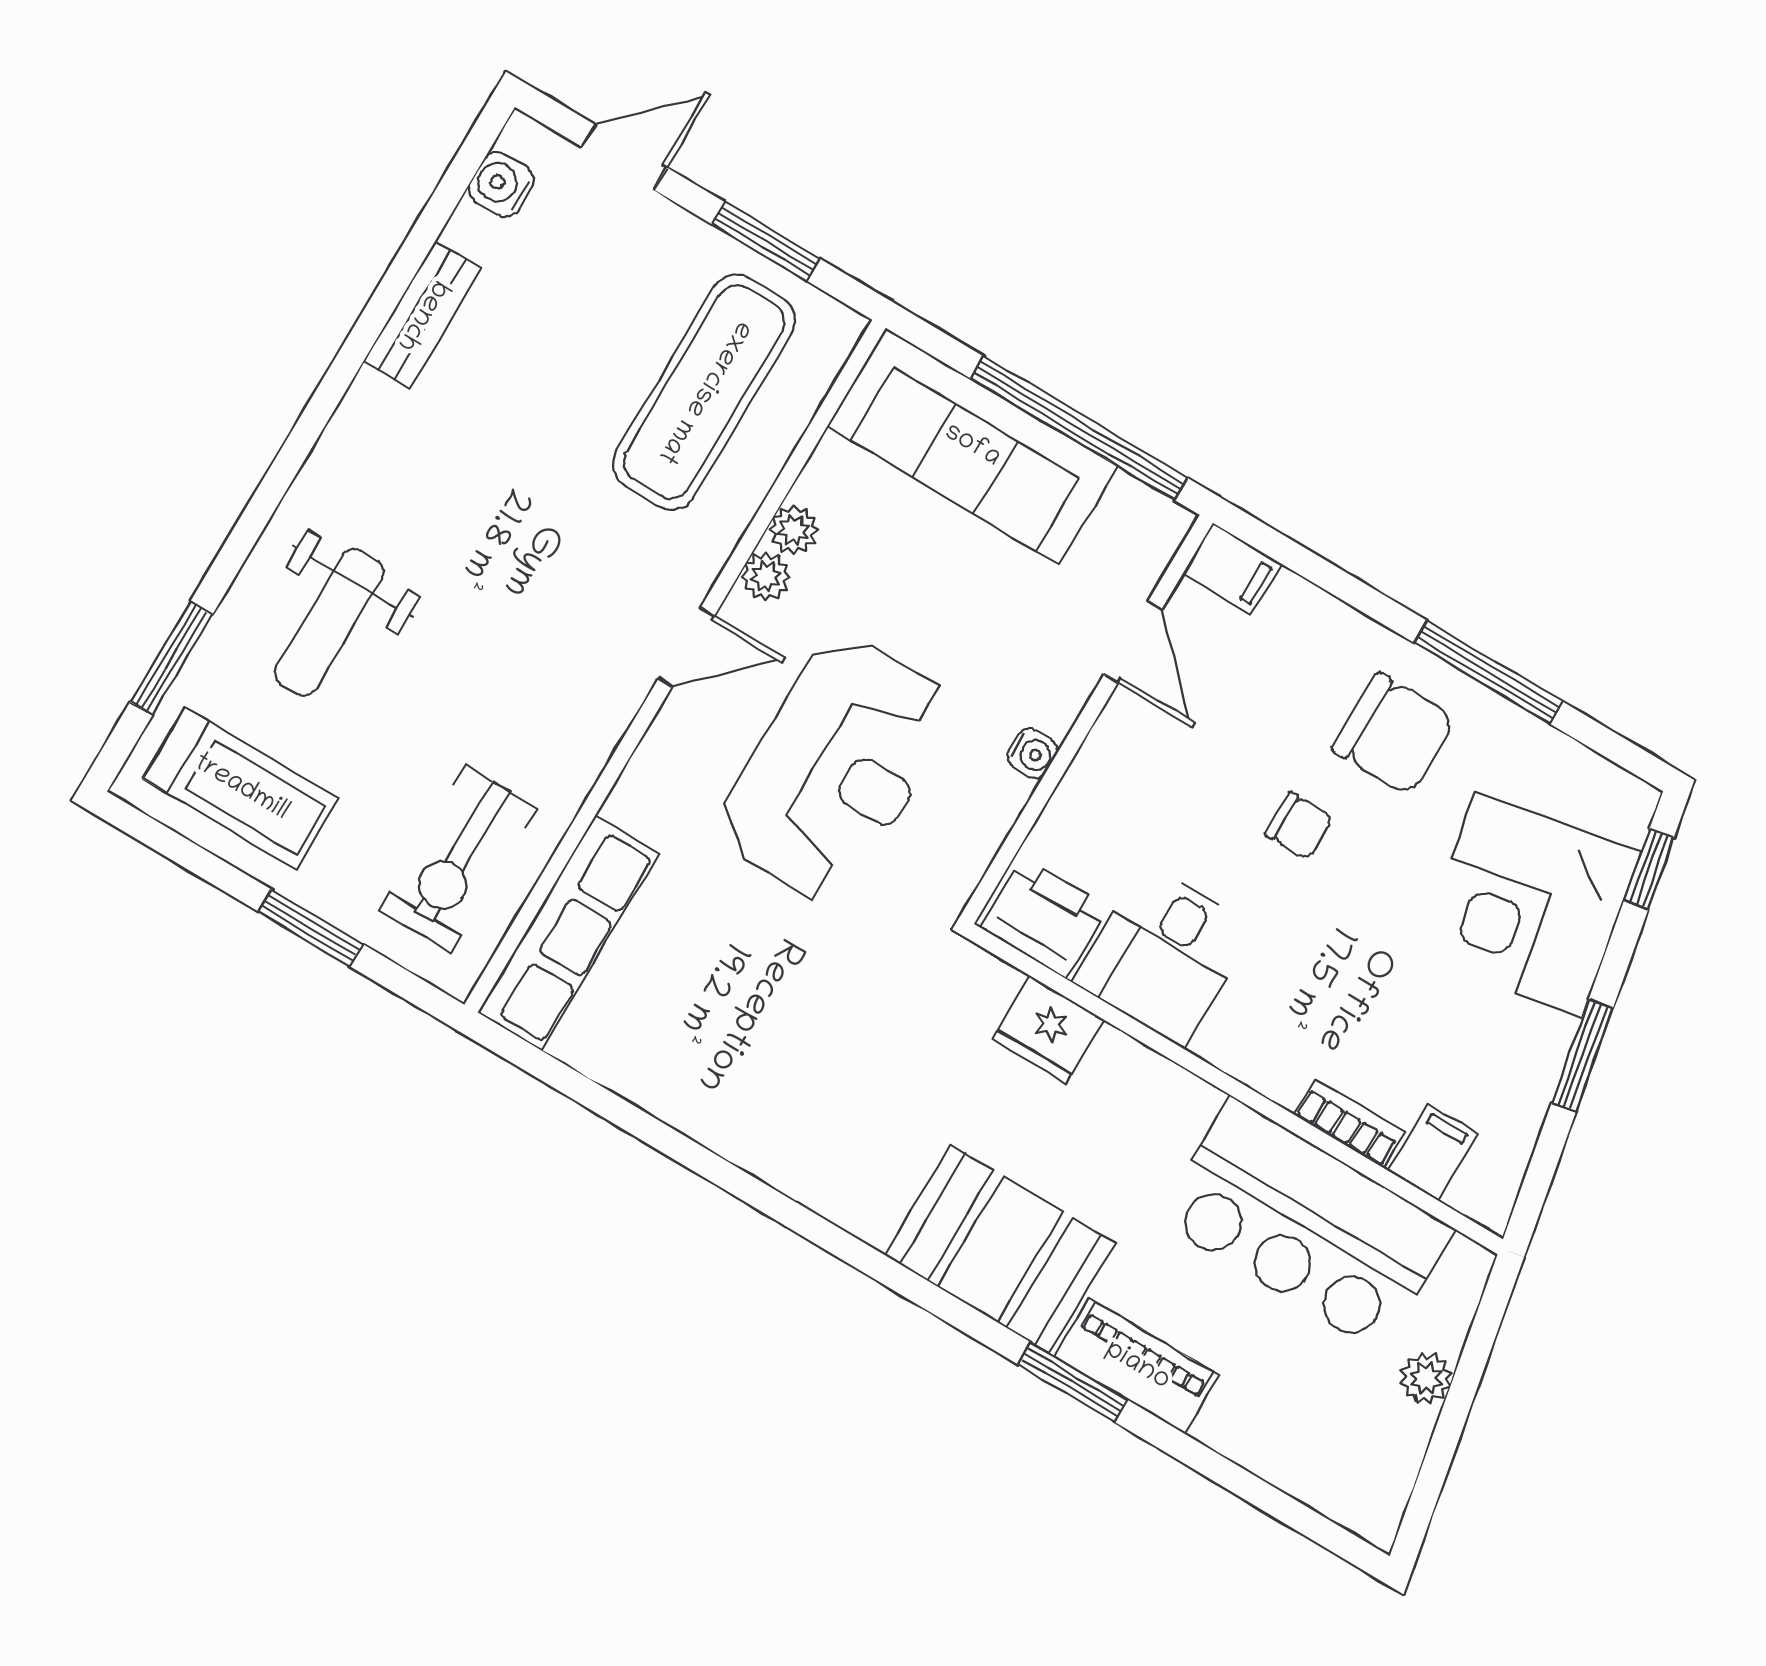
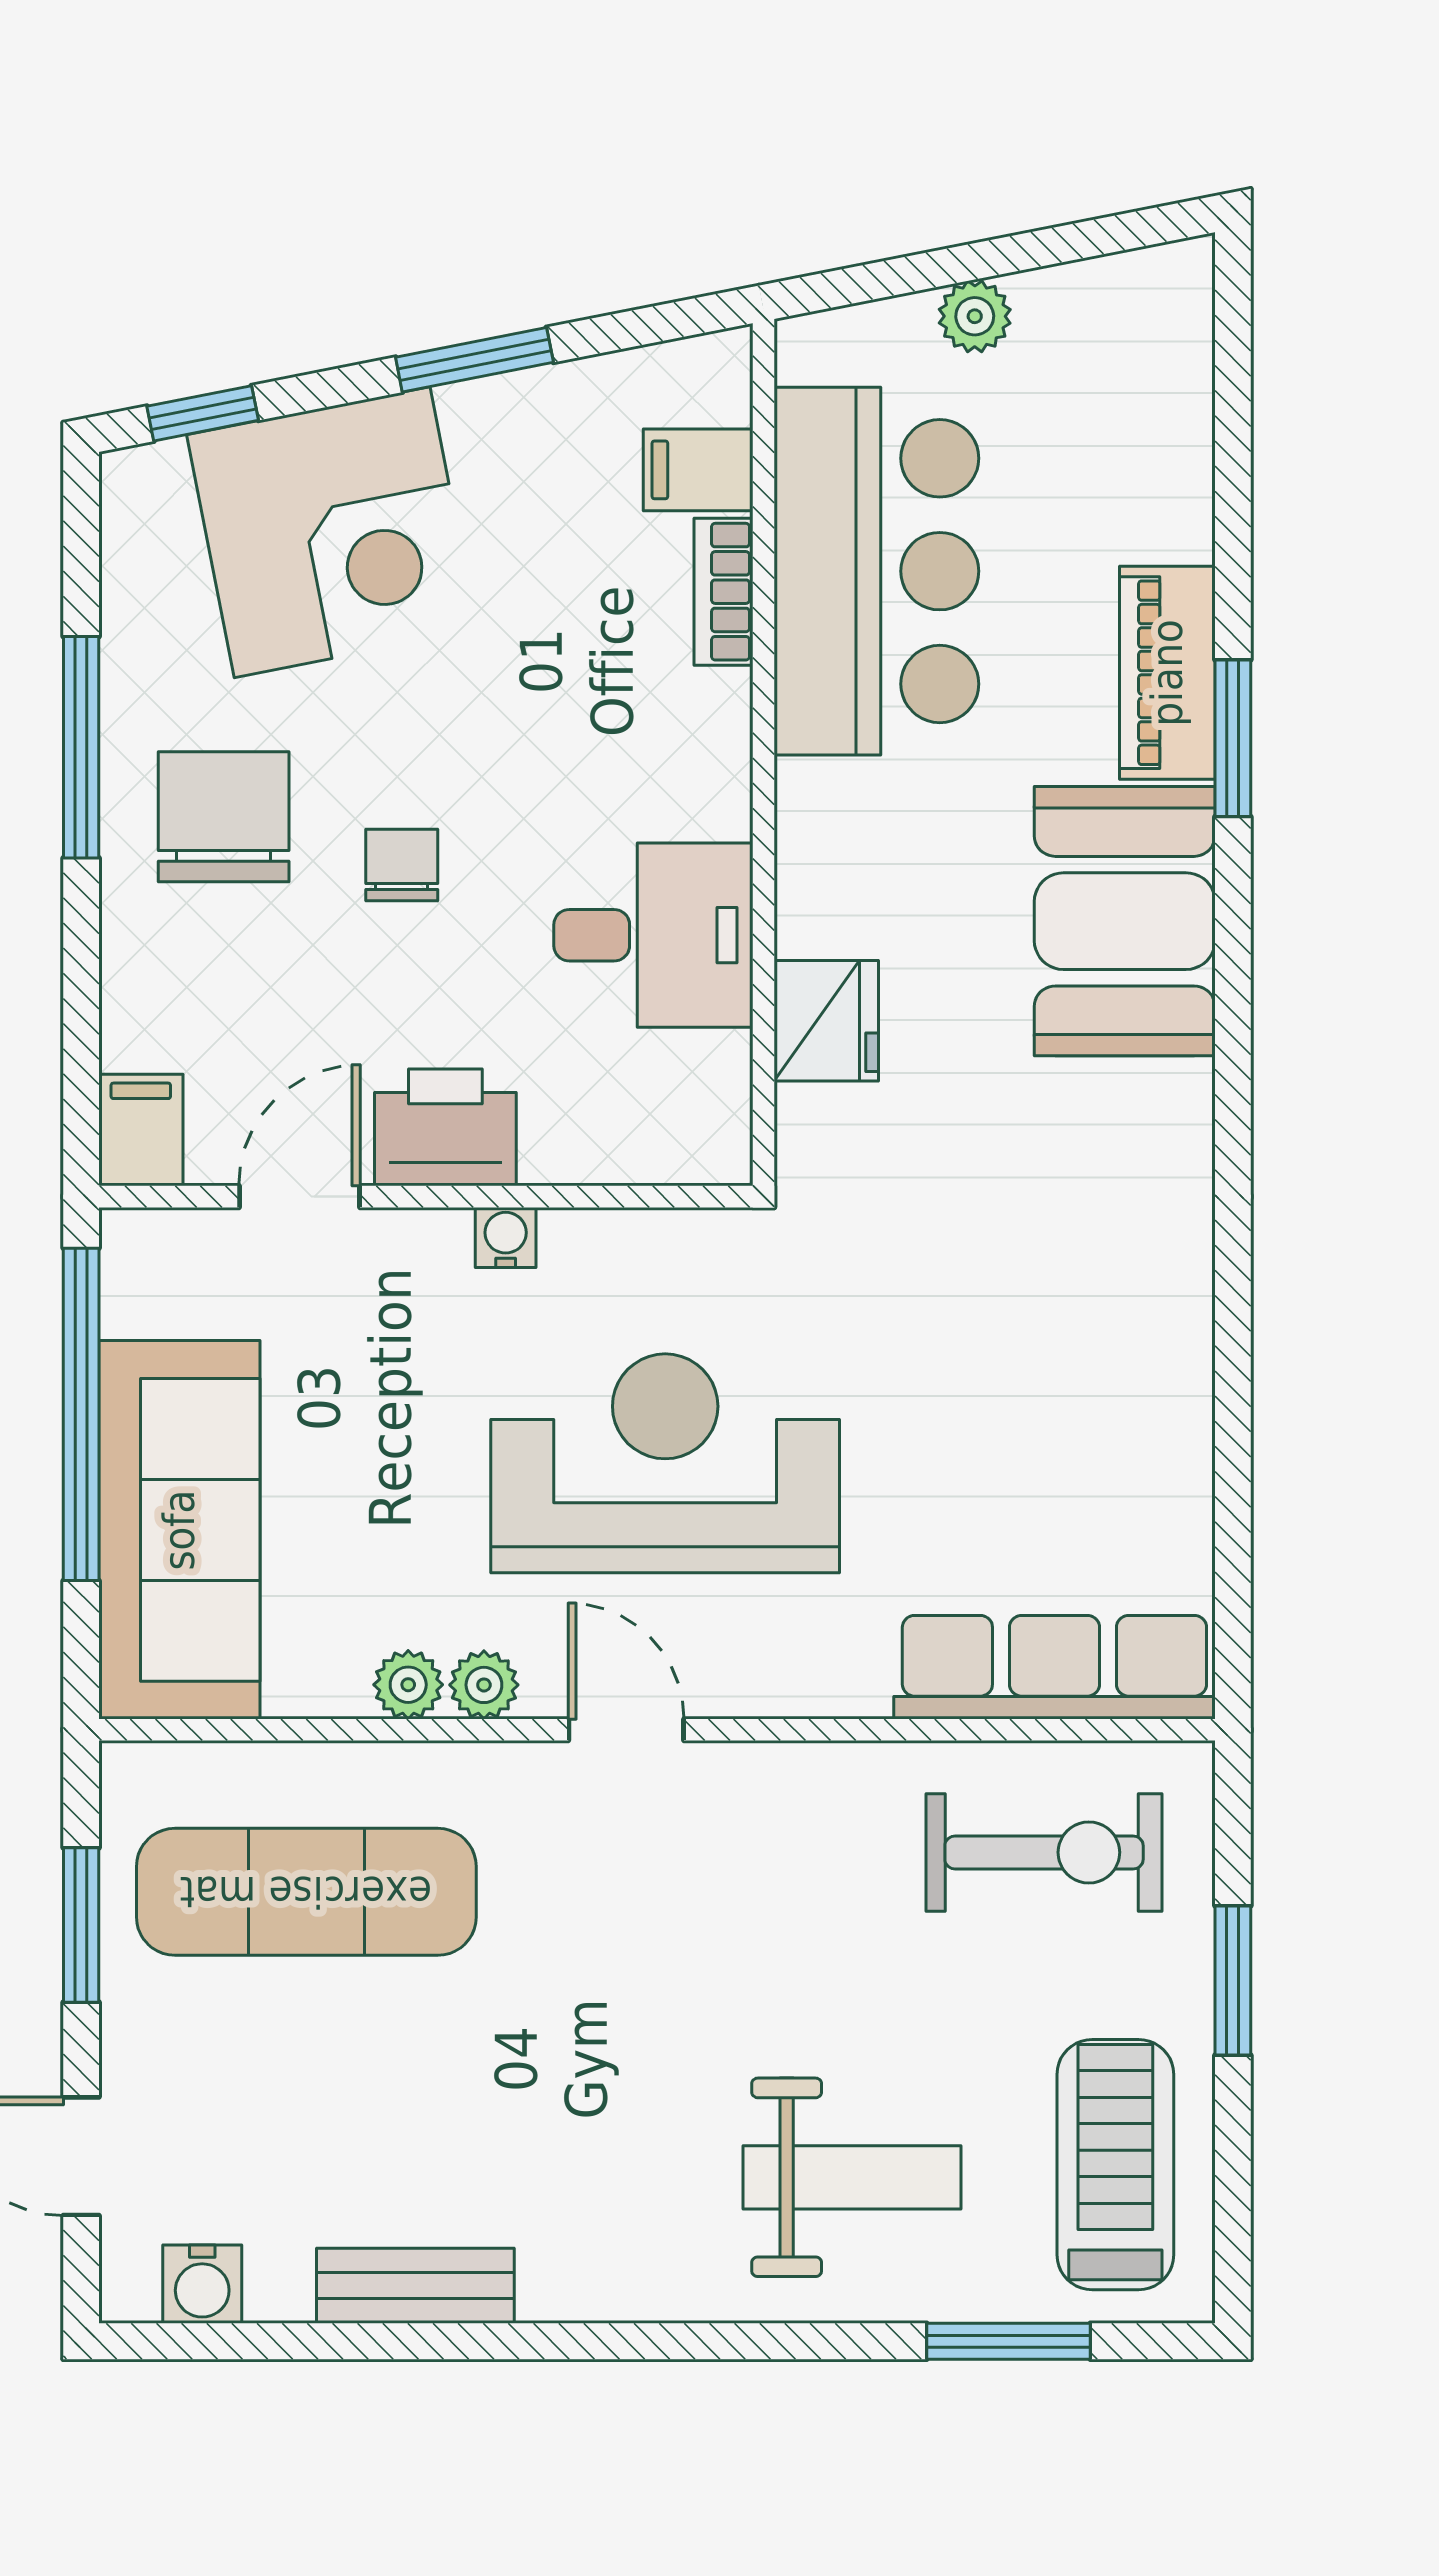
printer: (1044, 918) -> (445, 1127), moved, turned 90

